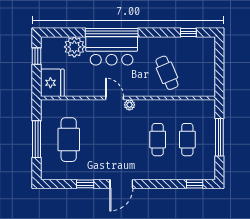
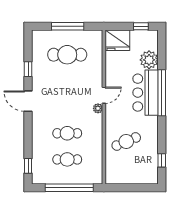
window: (219, 137) -> (69, 188), width x1.46

